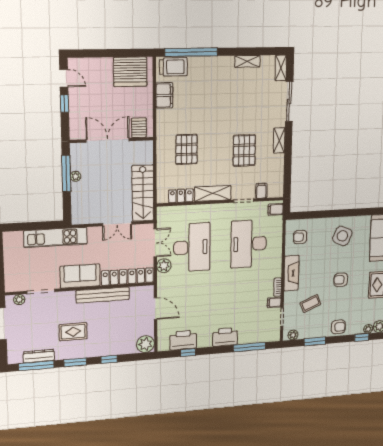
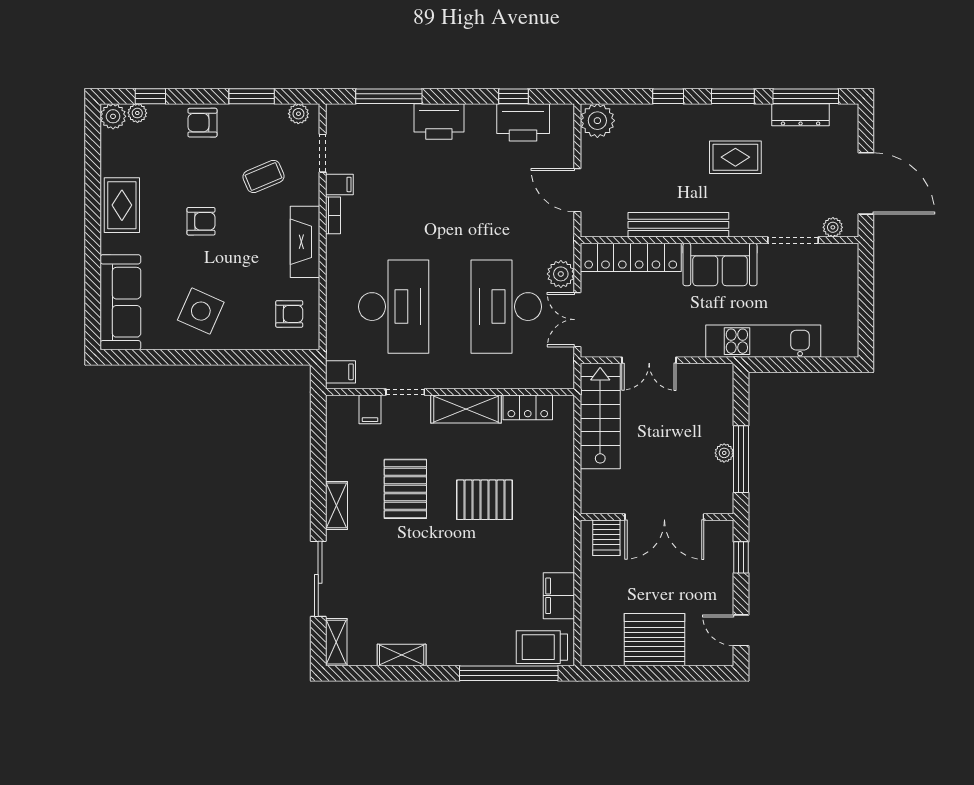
server rack: (130, 72) -> (655, 640), moved
window: (64, 104) -> (741, 557), moved
pallet: (187, 149) -> (484, 500), moved, turned 90
double door: (117, 224) -> (649, 360), swing flipped

